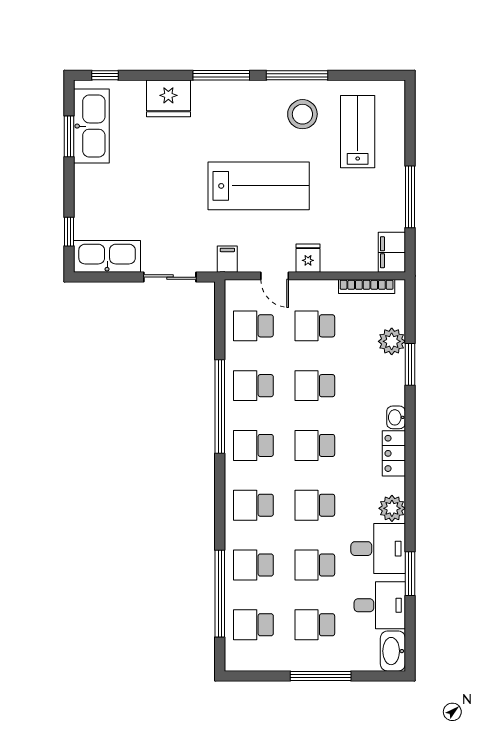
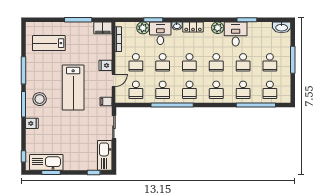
fridge: (168, 98) -> (32, 123), width x0.53, depth x0.75
stool: (302, 114) -> (40, 99), moved
lab bench: (259, 186) -> (73, 88), turned 180
desk: (380, 605) -> (160, 33), moved

